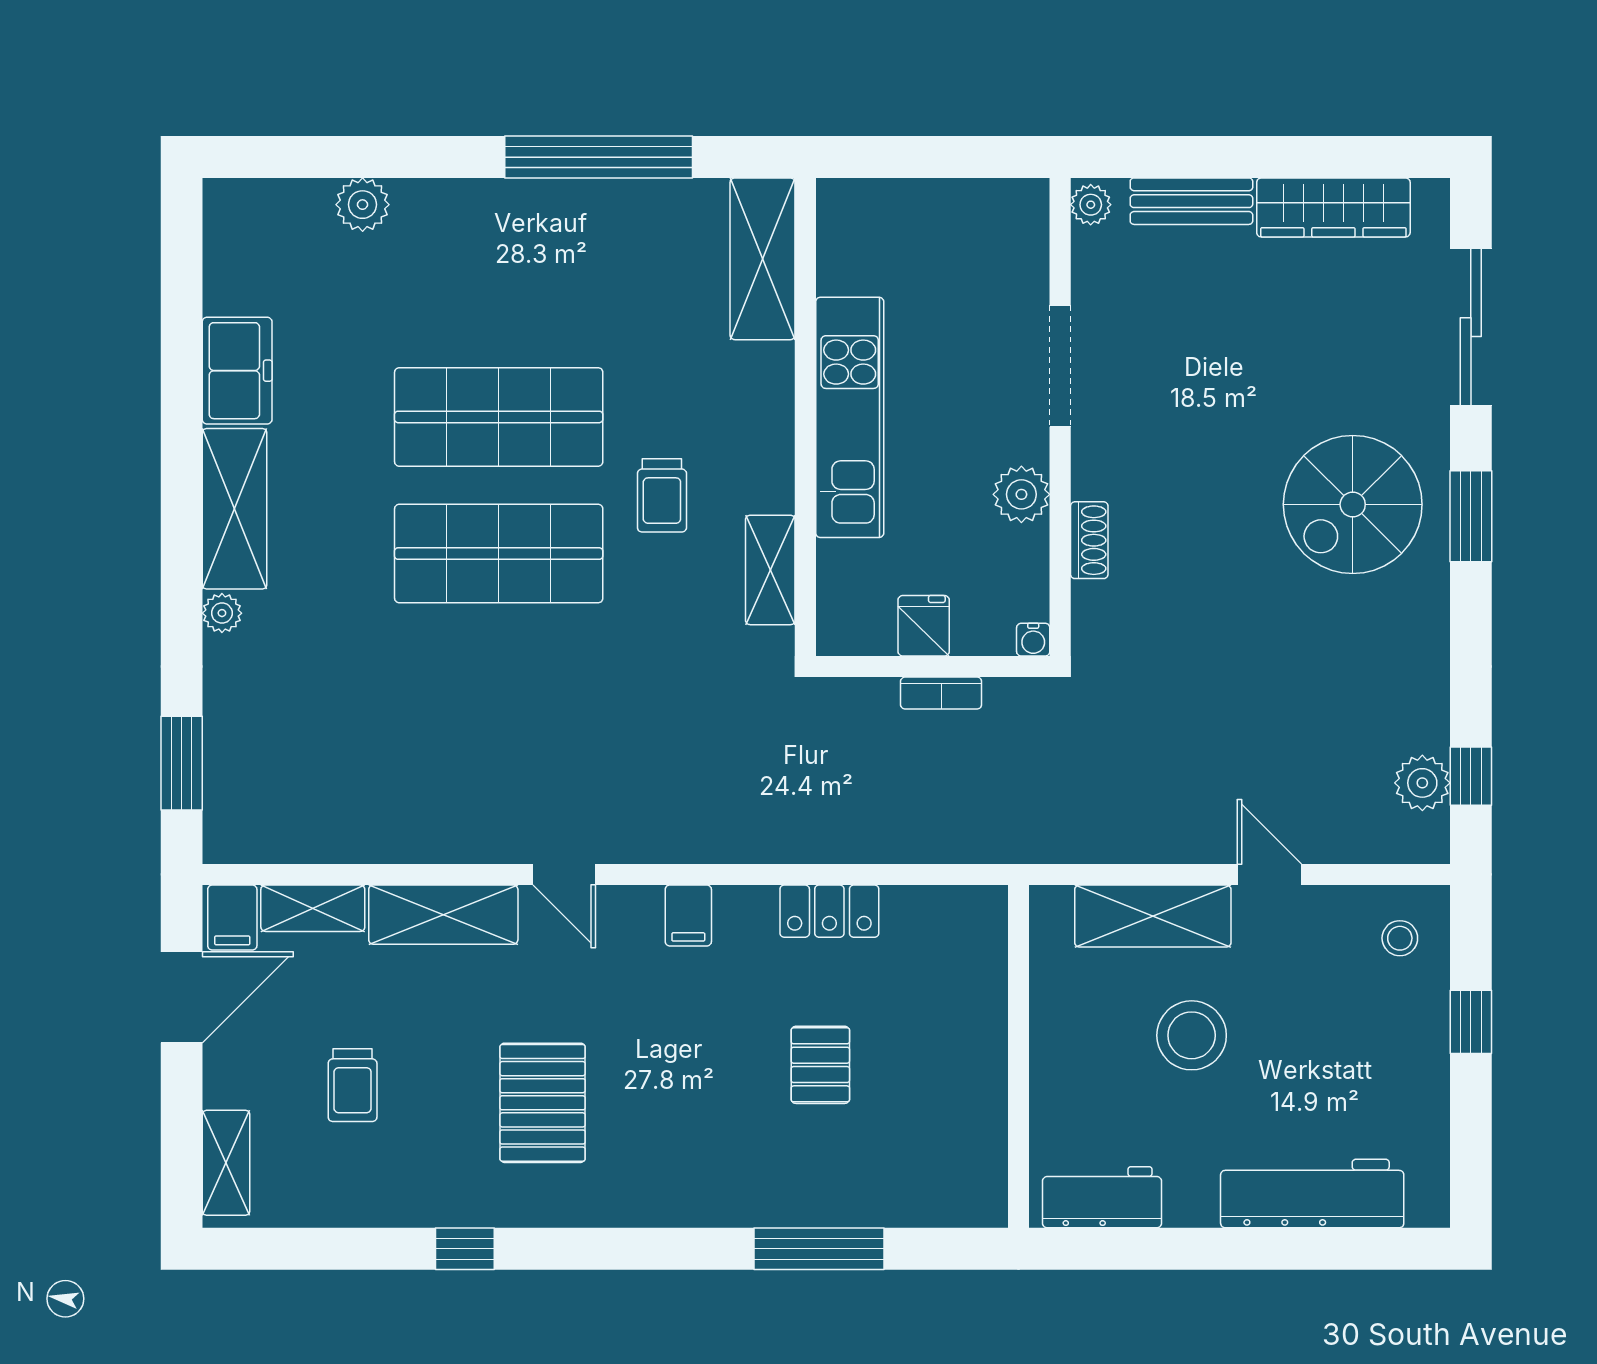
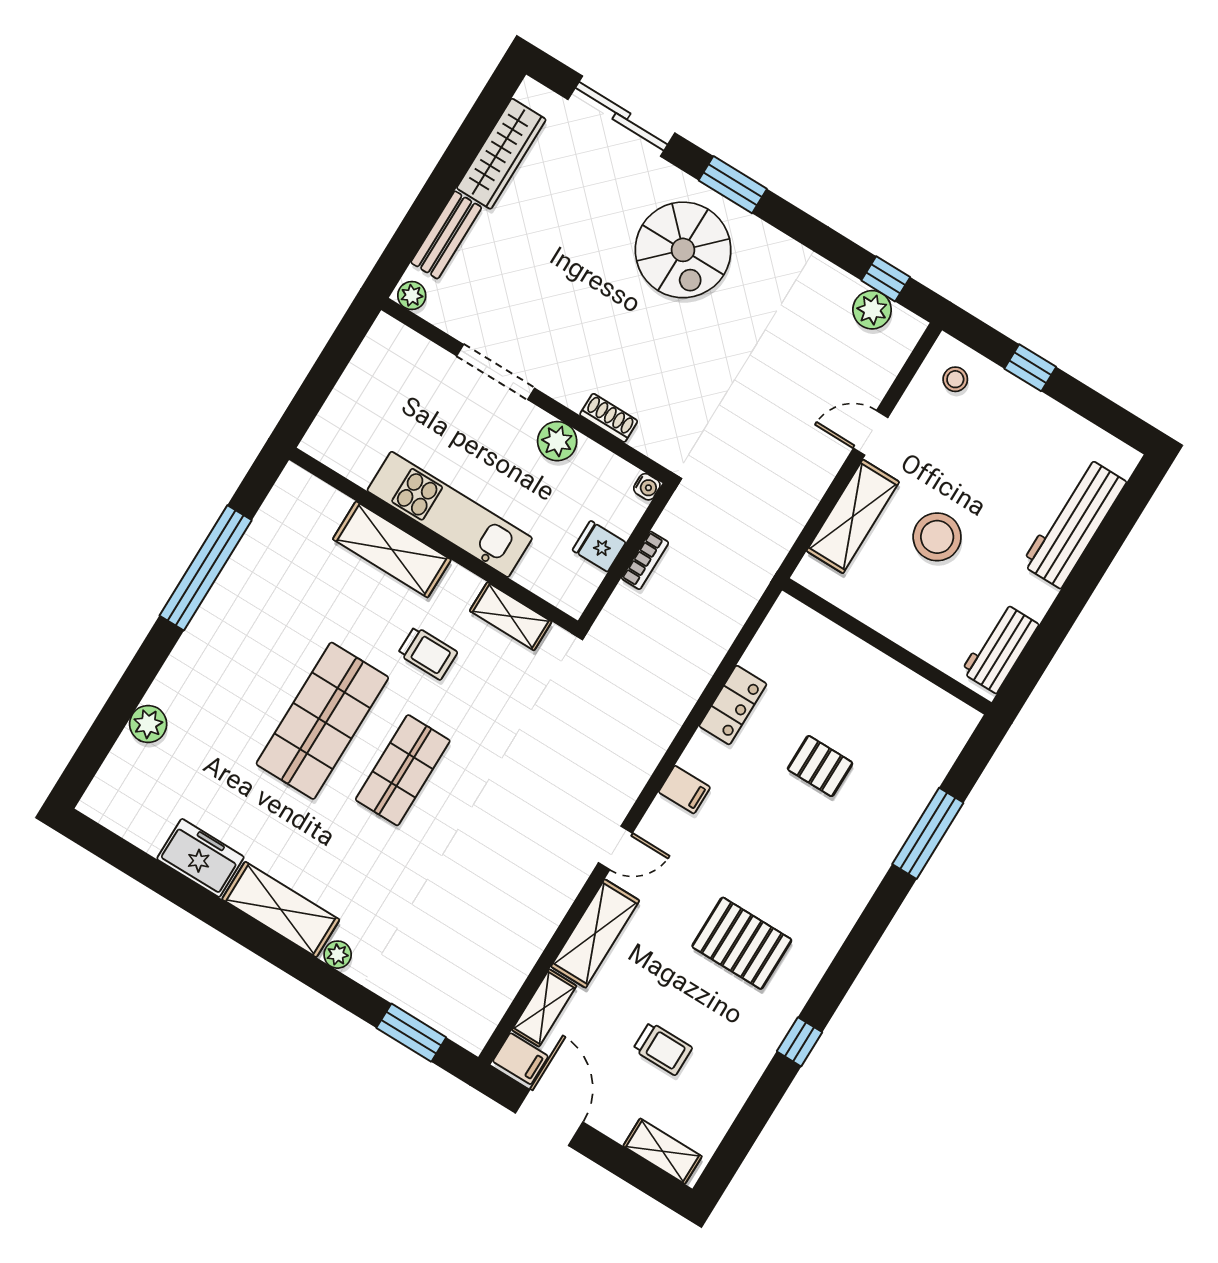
shelving: (763, 259) -> (392, 549), moved
shop shelf: (499, 554) -> (403, 770), width x0.70, depth x0.74

